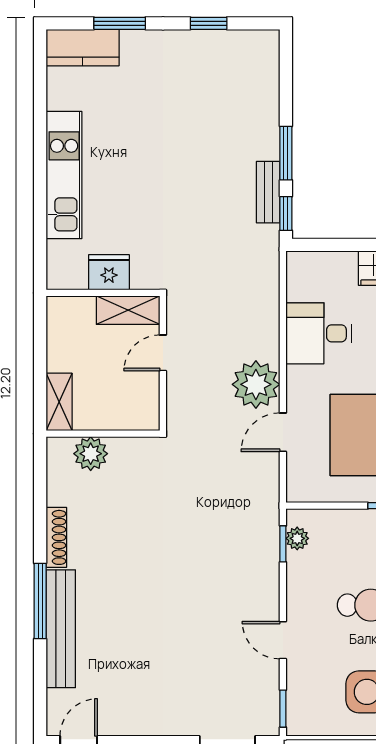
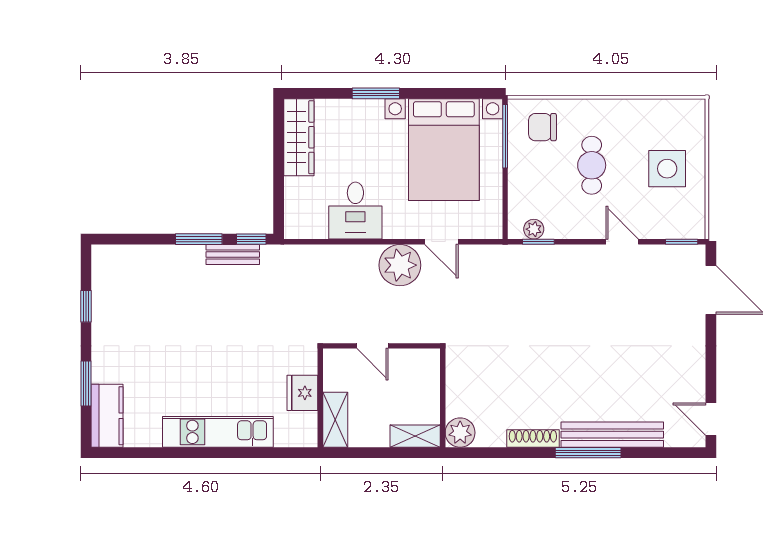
shelving: (128, 310) -> (335, 420), moved
plant: (91, 454) -> (460, 433), moved
door: (283, 640) -> (622, 242), swing flipped

